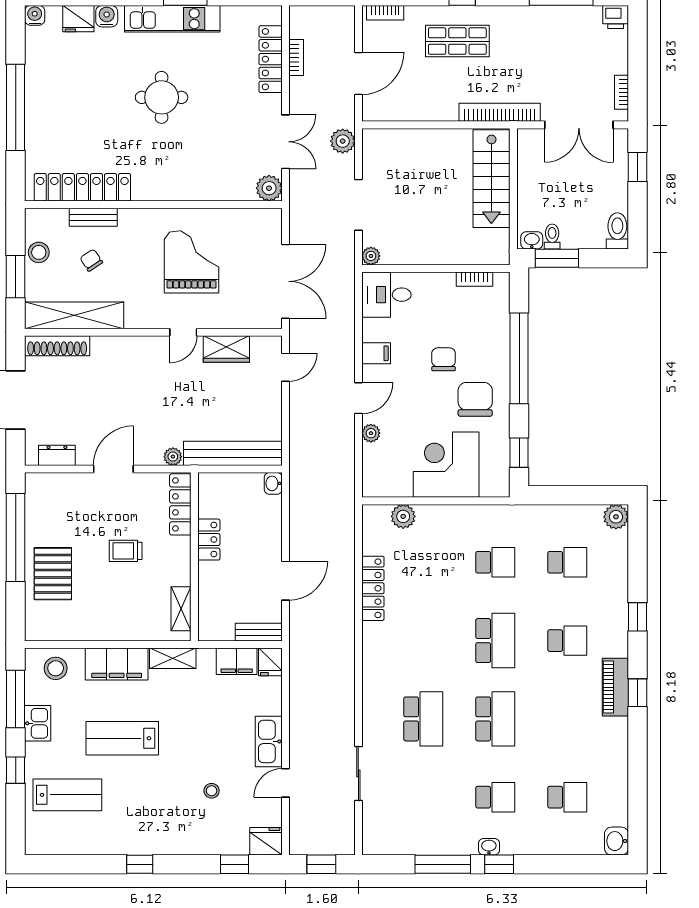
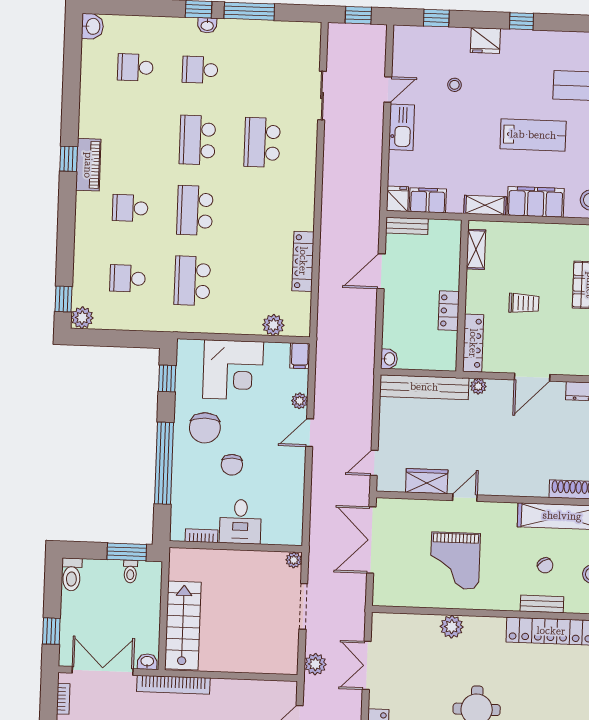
plant: (269, 188) -> (452, 627), moved
washbasin: (532, 240) -> (147, 662), moved, turned 180
desk: (386, 295) -> (240, 522), moved, turned 90
filing cabinet: (376, 353) -> (300, 356), moved, turned -90
school desk: (495, 562) -> (192, 281), width x1.85
window: (638, 617) -> (63, 299), moved
fridge: (266, 841) -> (485, 41), moved

